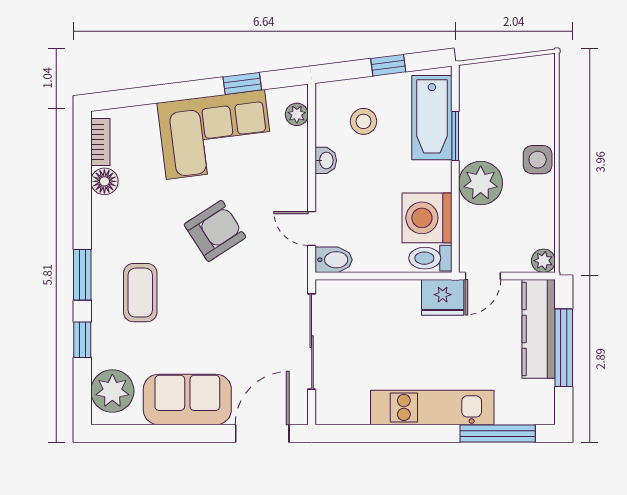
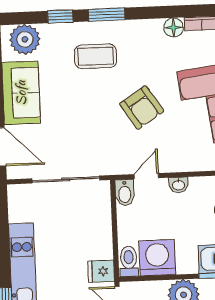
washbasin: (326, 160) -> (179, 185), moved
fridge: (443, 297) -> (101, 271), width x0.72

